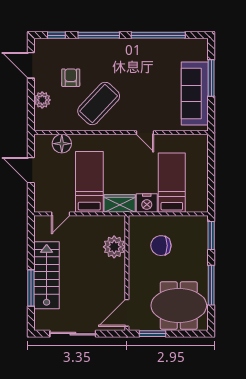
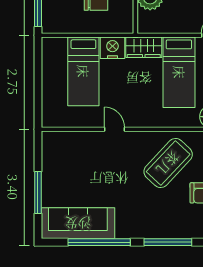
sofa: (195, 93) -> (78, 223), moved, turned -90

